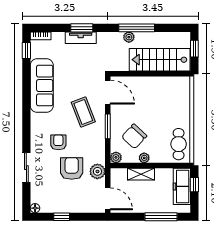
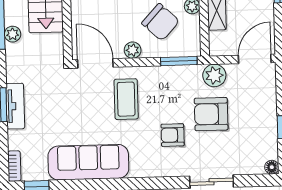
door: (108, 92) -> (95, 63), hinge flipped
coffee table: (83, 112) -> (126, 99), turned -69
window: (108, 126) -> (179, 61), moved
plant: (116, 157) -> (133, 50), moved

